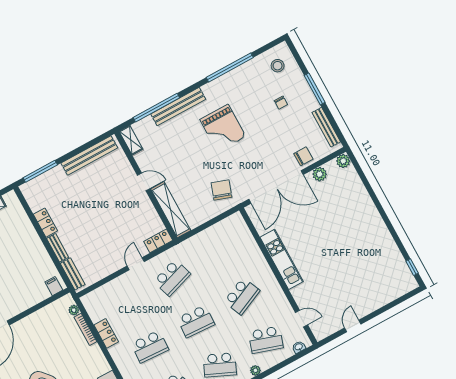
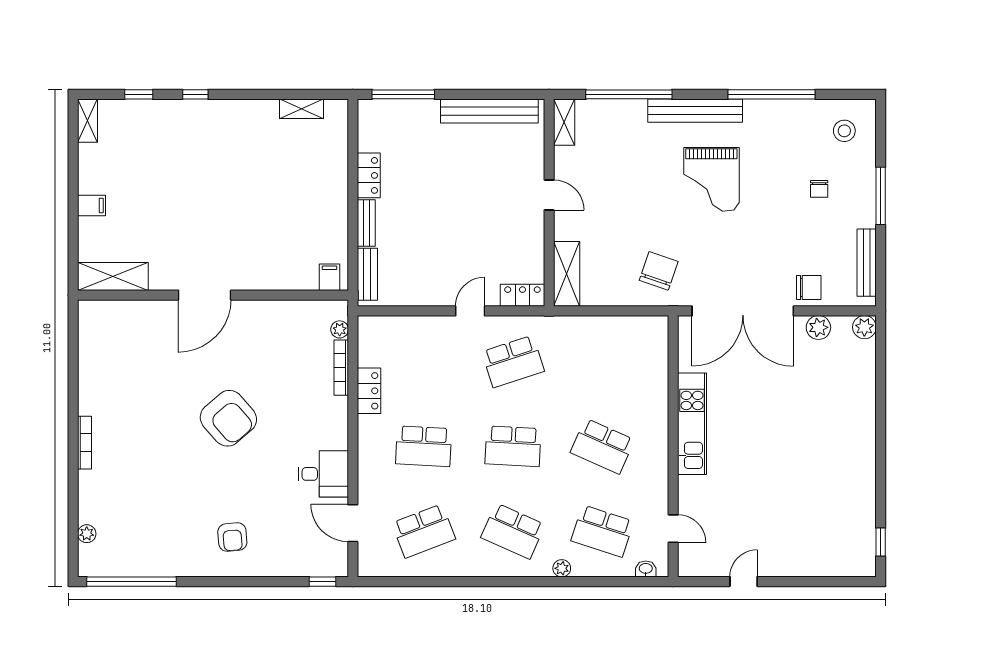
bench: (178, 107) -> (695, 111), moved
shelving: (171, 210) -> (567, 274), width x0.68
school desk: (242, 296) -> (602, 446), turned 48

